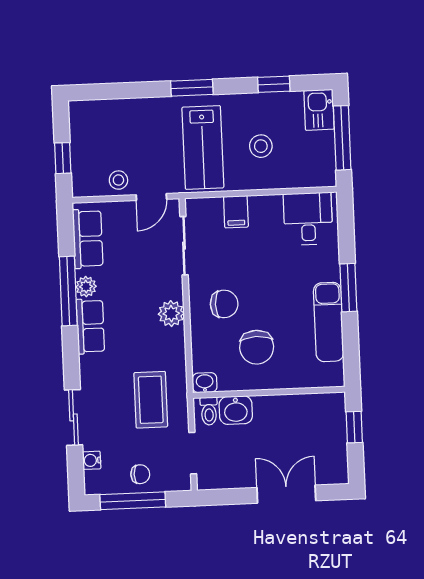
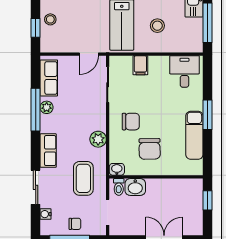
stool: (118, 180) -> (50, 19), moved
plant: (171, 314) -> (98, 139), moved
row of seats: (90, 326) -> (48, 151), moved

